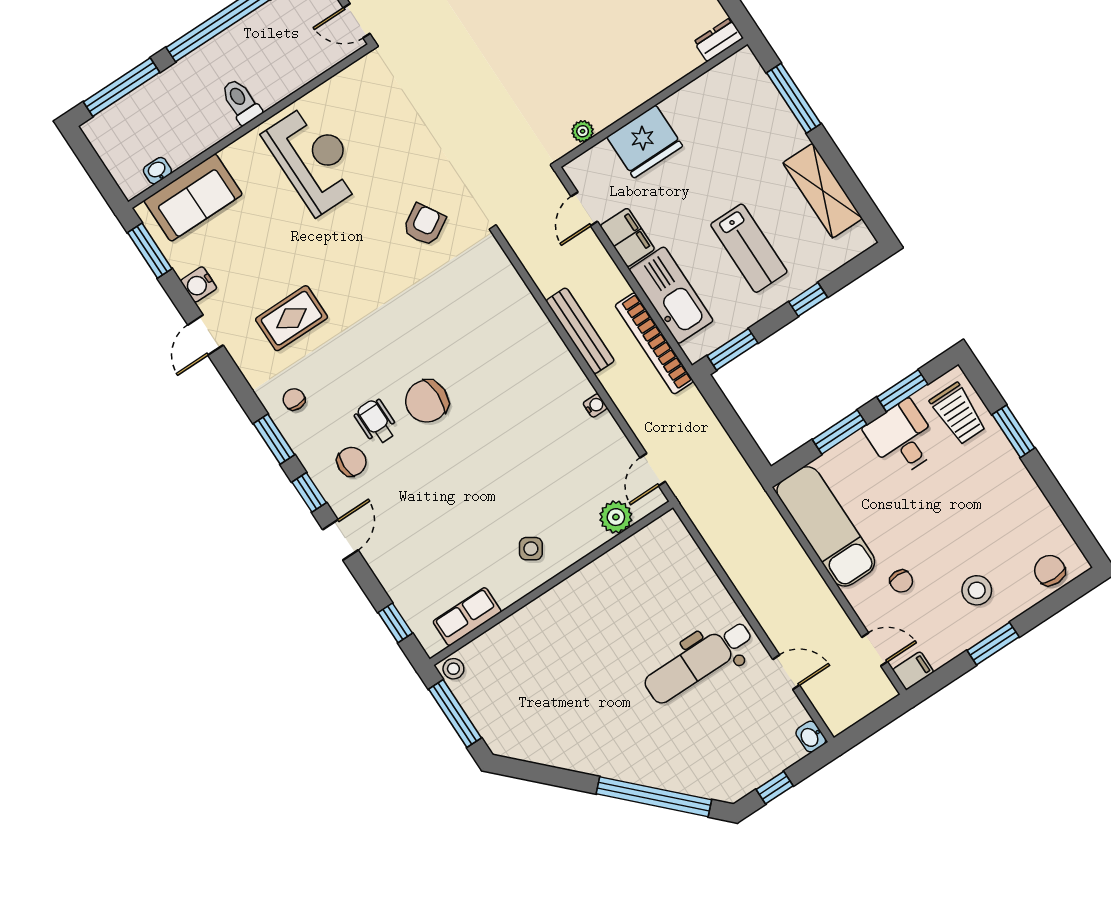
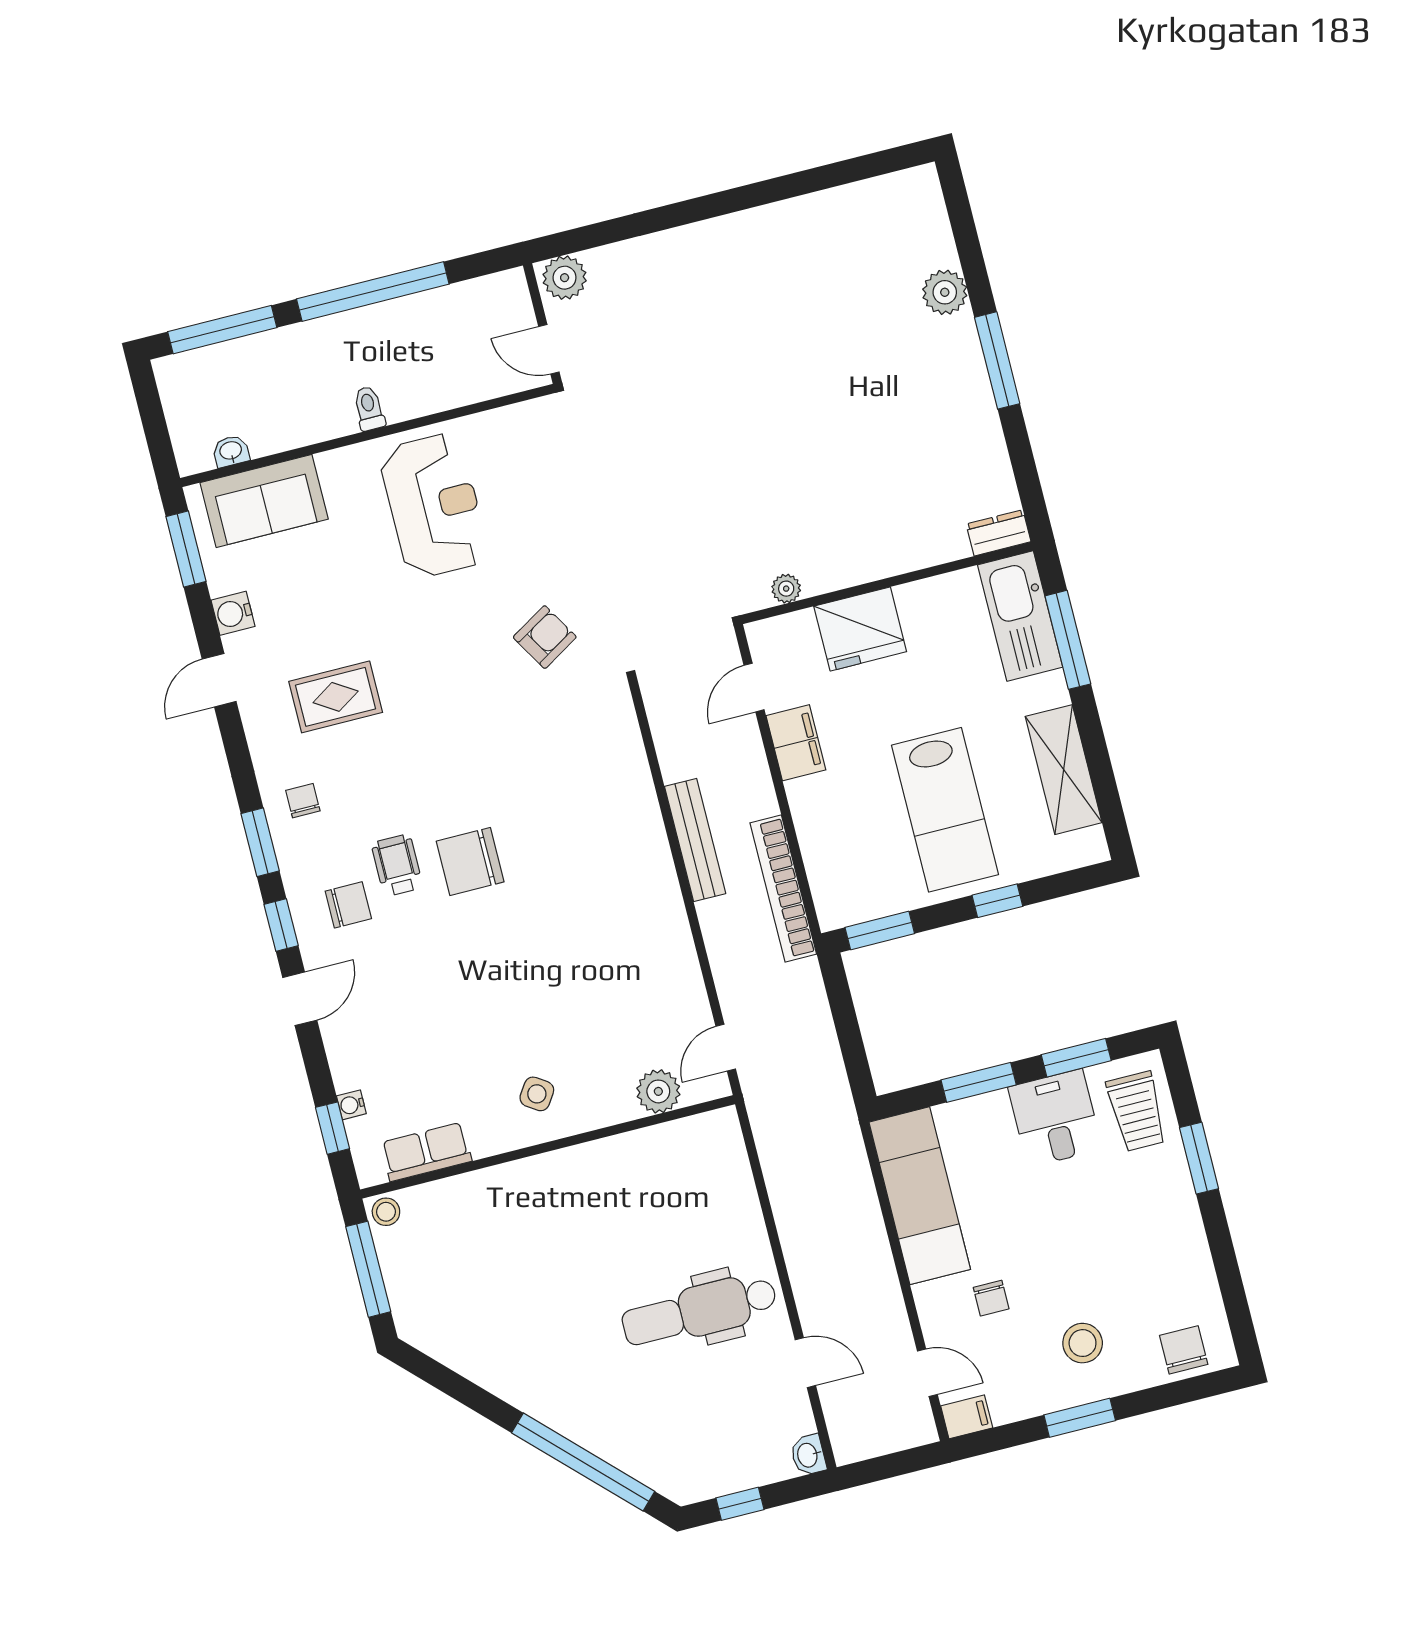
toilet: (241, 101) -> (369, 408), width x0.73, depth x0.72
lab bench: (749, 248) -> (945, 810), width x1.36, depth x1.39
kitchen sink: (671, 295) -> (1020, 616), moved, turned 180
water cooler: (595, 406) -> (351, 1105), moved, turned 180

